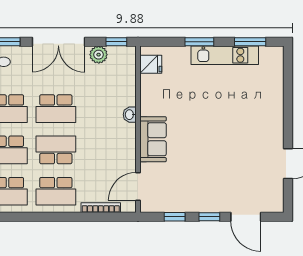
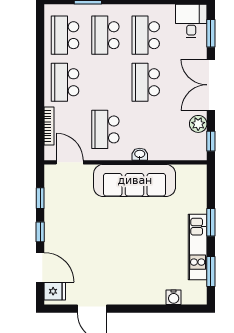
fridge: (151, 64) -> (55, 291), moved, turned -90
water cooler: (276, 80) -> (174, 297), added
sofa: (153, 139) -> (135, 180), width x1.85, depth x1.27
school desk: (56, 150) -> (105, 129), moved, turned 180
door: (246, 217) -> (40, 267), swing flipped

